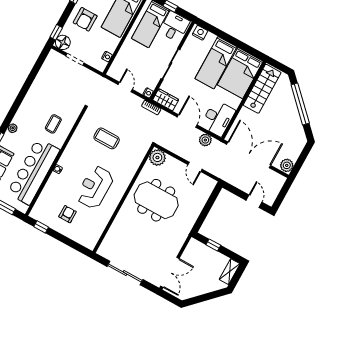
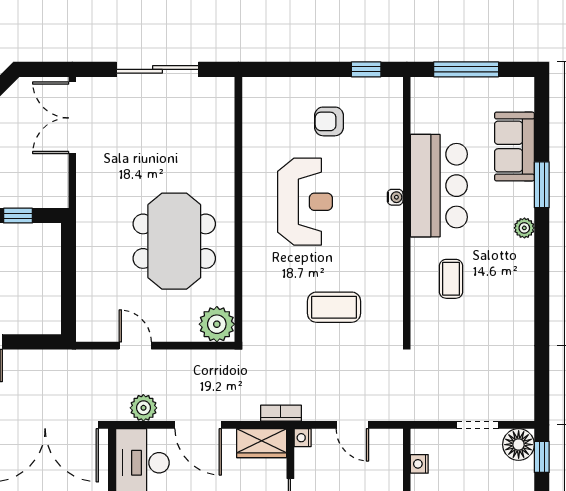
bar counter: (33, 172) -> (439, 186), width x0.73
meeting table: (156, 200) -> (174, 241), turned 90
armchair: (68, 214) -> (329, 121), turned 90

